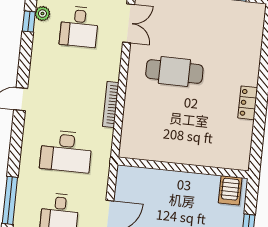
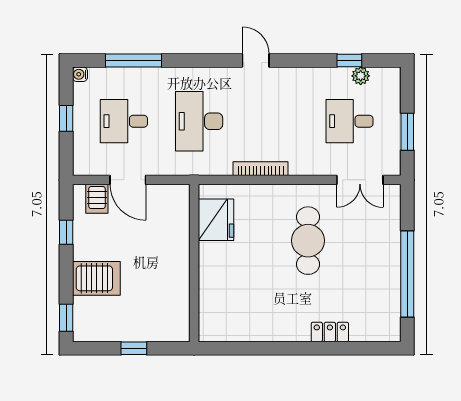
locker: (248, 103) -> (330, 332), moved
fridge: (149, 146) -> (216, 220), added
server rack: (230, 190) -> (173, 322), removed

